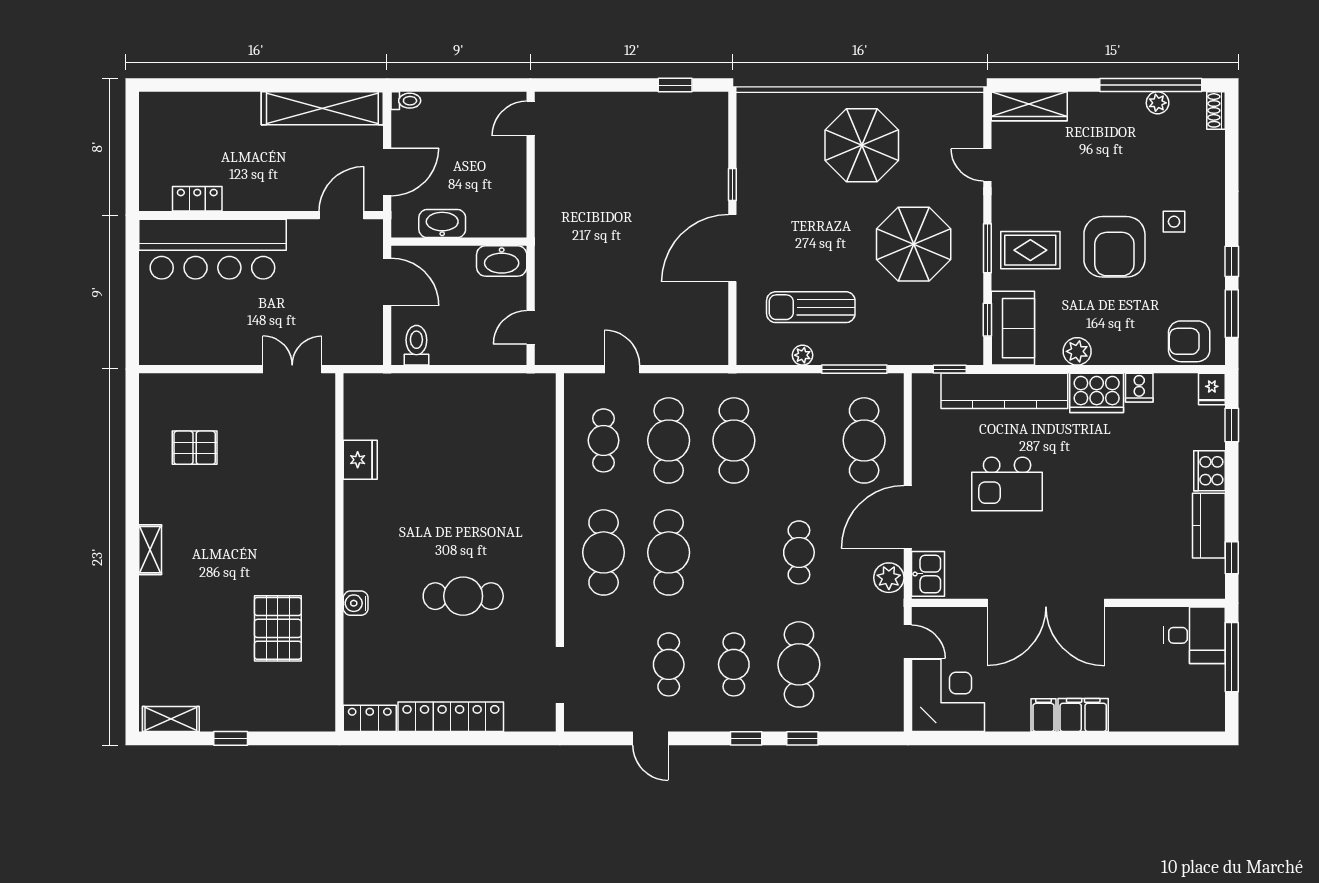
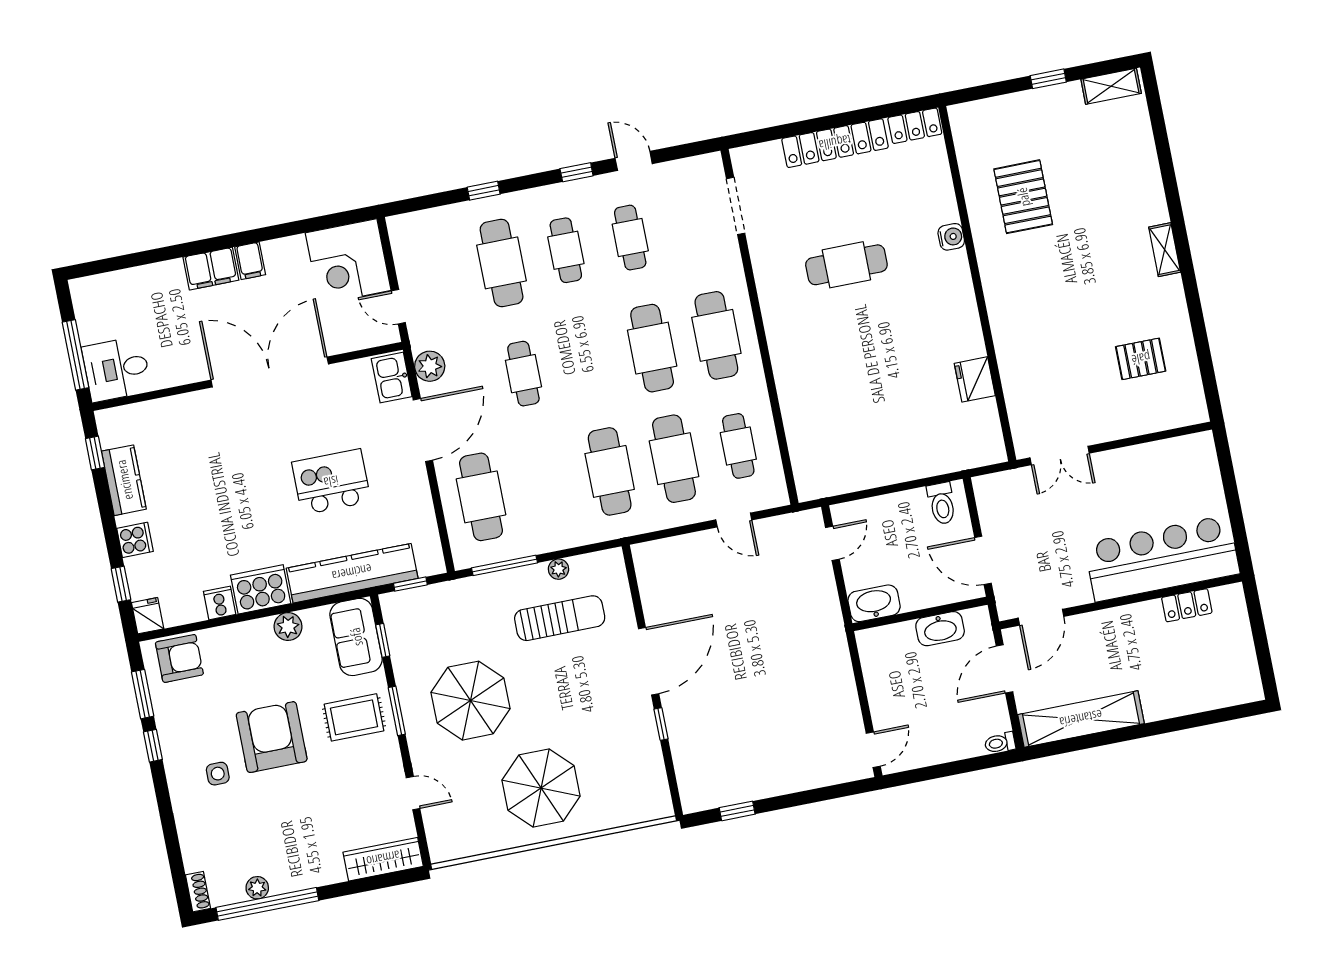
cooker: (1210, 471) -> (135, 540), width x0.73
window: (746, 738) -> (577, 172), moved

